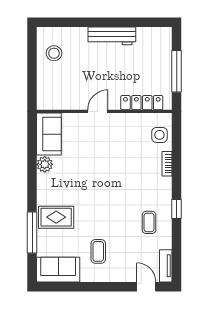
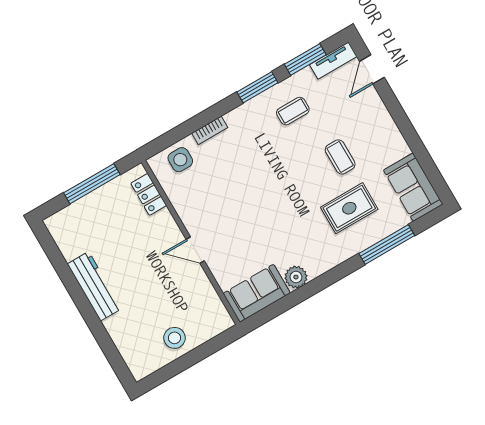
stool: (54, 53) -> (174, 338), moved
locker: (142, 103) -> (149, 194), width x0.66
window: (177, 209) -> (257, 87), width x1.50
rug: (56, 217) -> (349, 208), moved, turned 90
window: (177, 249) -> (305, 59), added
coffee table: (98, 251) -> (340, 157), moved, turned 90

